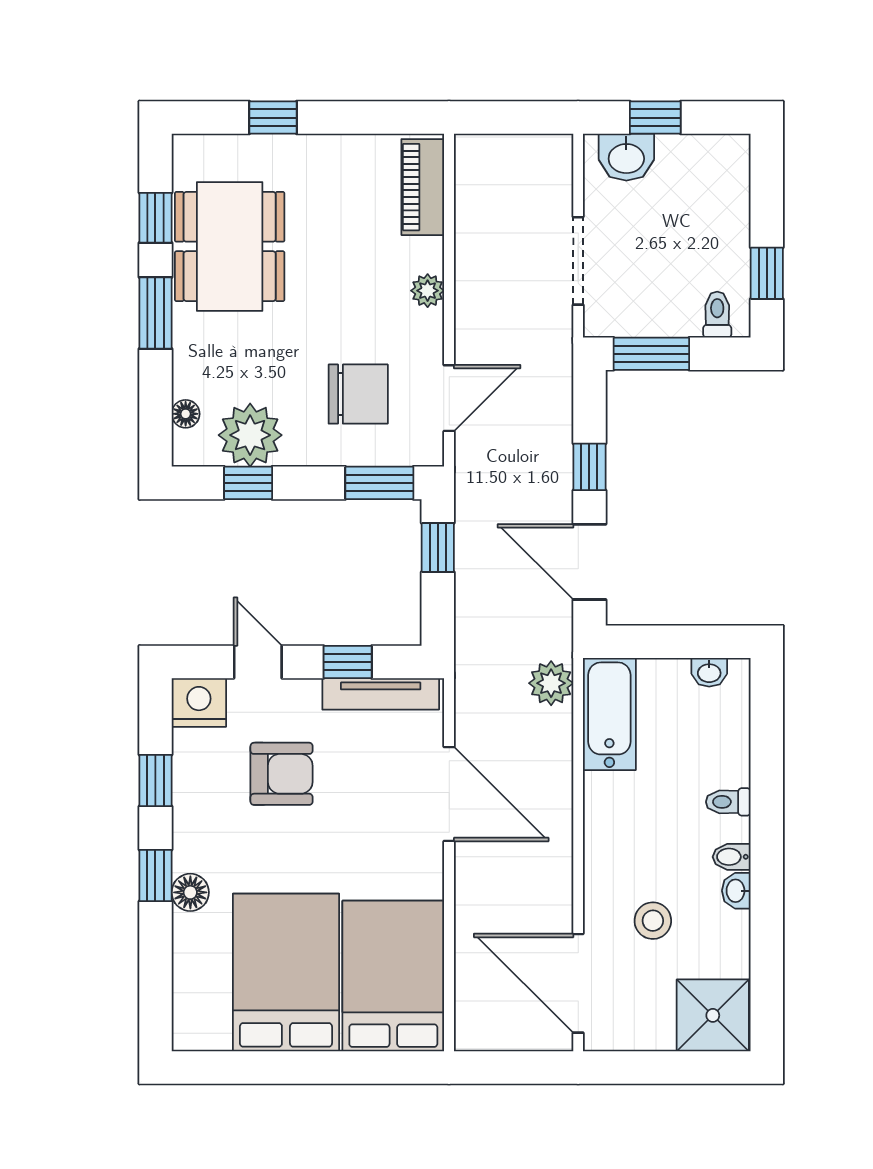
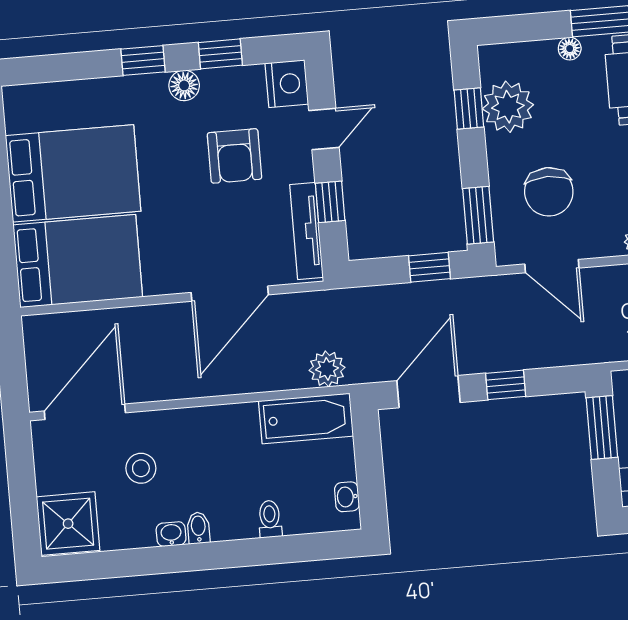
floor lamp: (186, 414) -> (570, 49), moved
toilet: (728, 802) -> (270, 519), moved
floor lamp: (190, 892) -> (184, 85), moved

